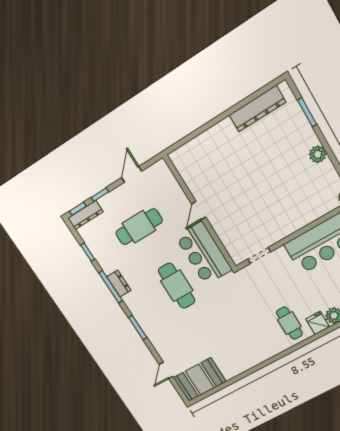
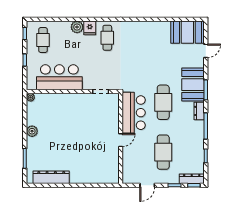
cafe table: (139, 227) -> (163, 152), turned 90
dresser: (119, 284) -> (199, 111), moved
booth: (156, 325) -> (193, 85), added

